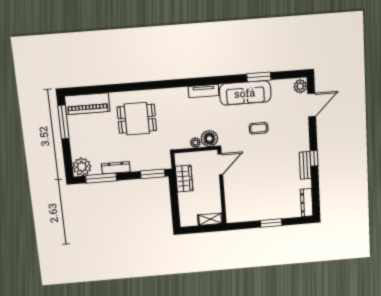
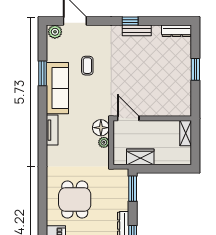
coffee table: (259, 128) -> (87, 66), moved

